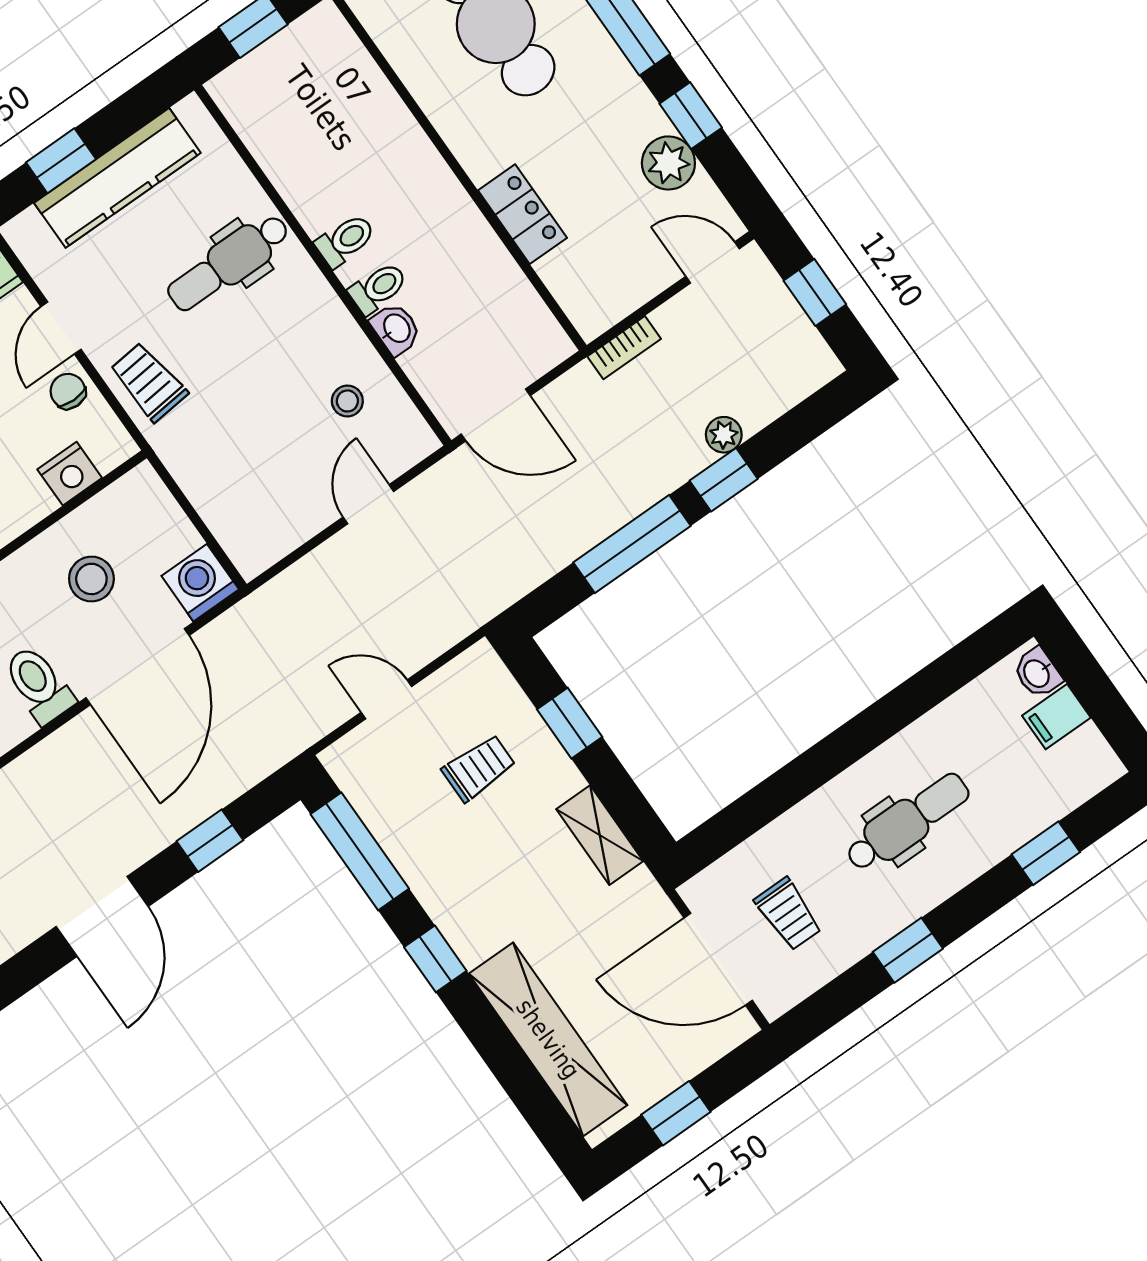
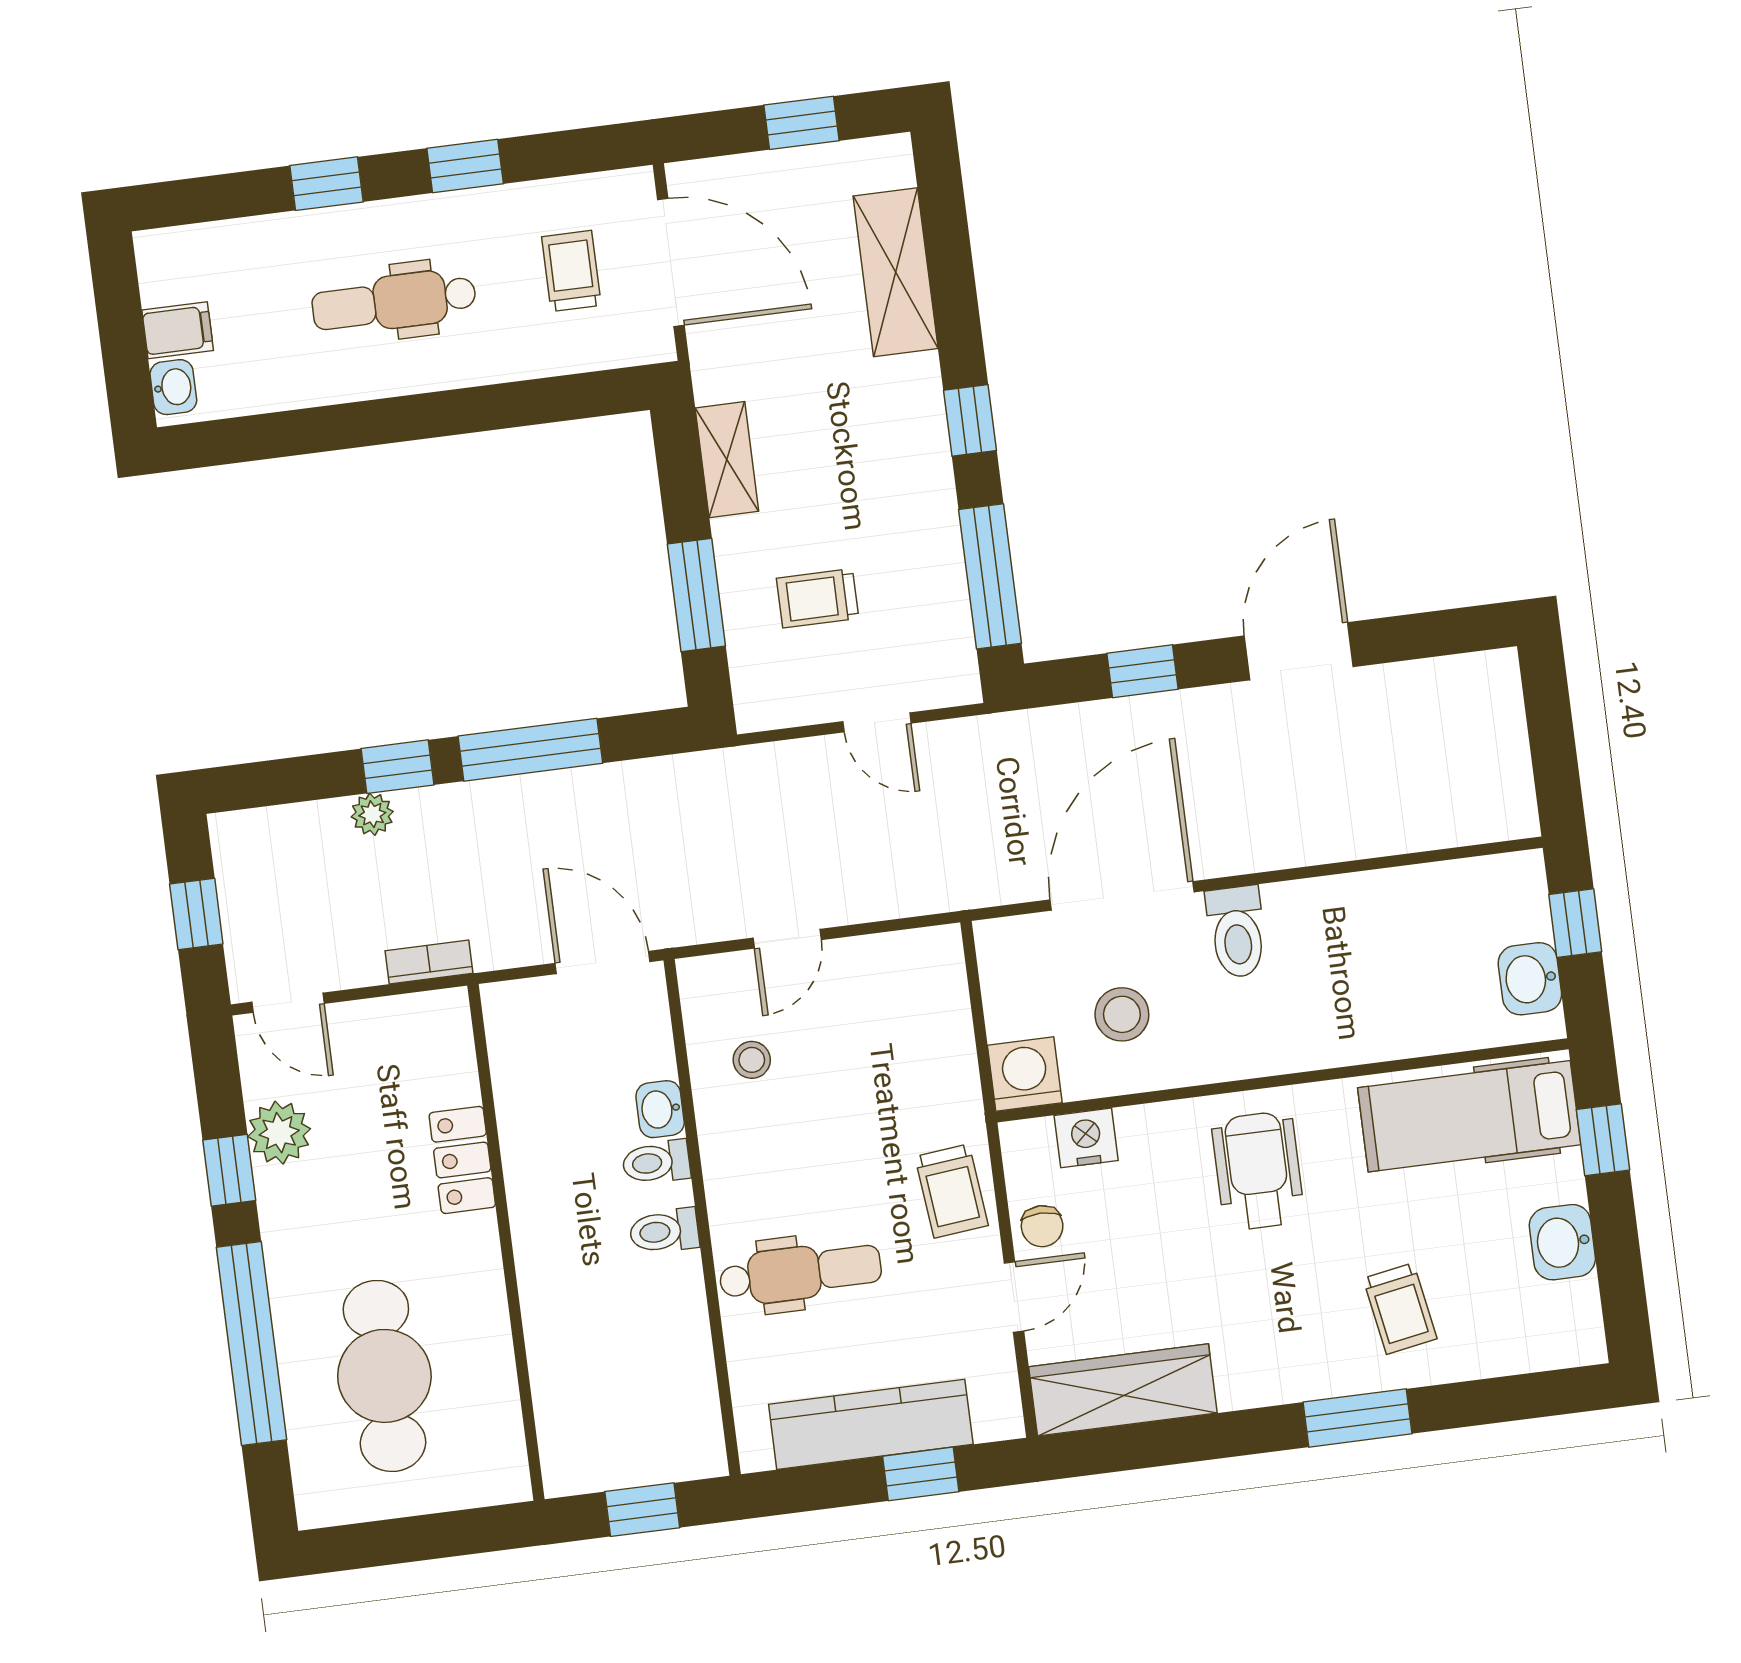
washing machine: (200, 583) -> (1025, 1074), moved, turned 180
window: (570, 723) -> (696, 595), width x1.50
window: (1046, 853) -> (326, 184), moved
shelving: (548, 1039) -> (896, 272), width x0.68

